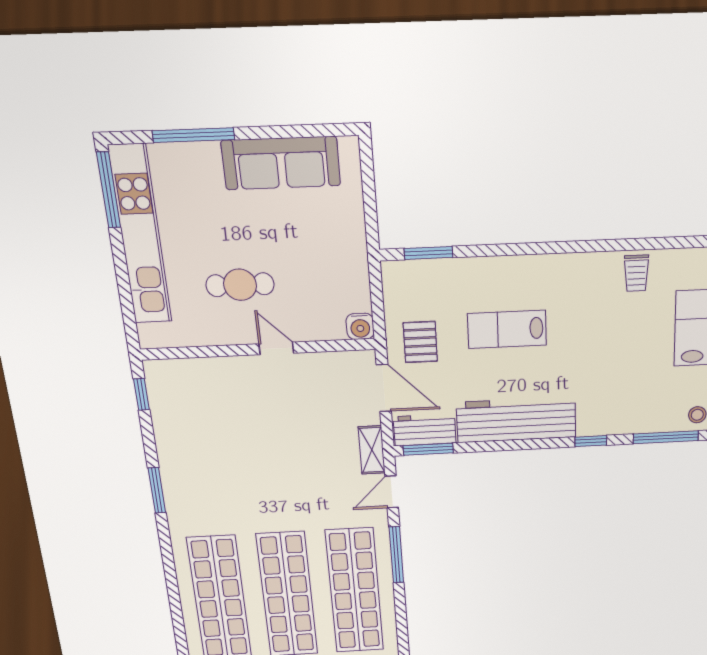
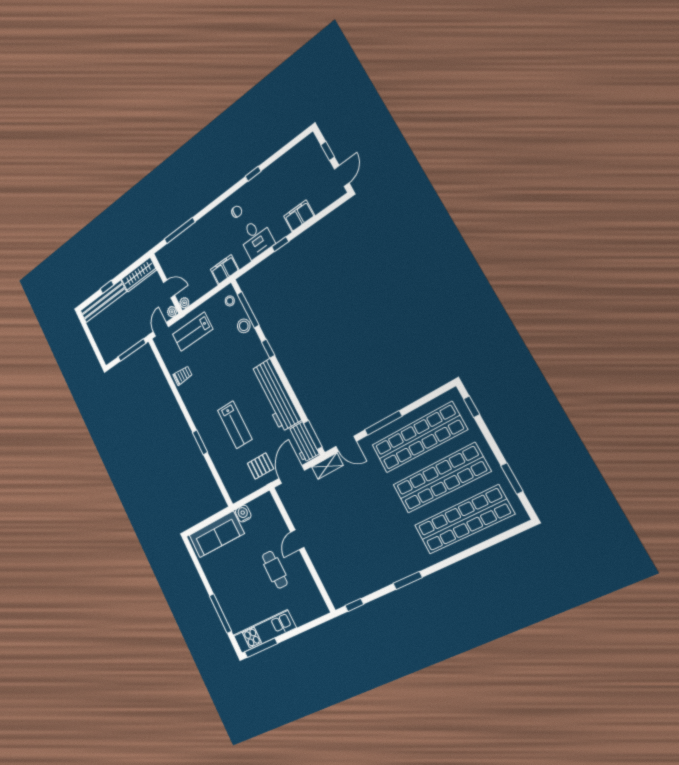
sofa: (281, 163) -> (216, 534), moved, turned 90
kitchen unit: (140, 235) -> (264, 632), width x0.73
window: (428, 253) -> (200, 442), moved
water cooler: (360, 326) -> (243, 514), moved, turned -90
stool: (647, 419) -> (244, 326), added

